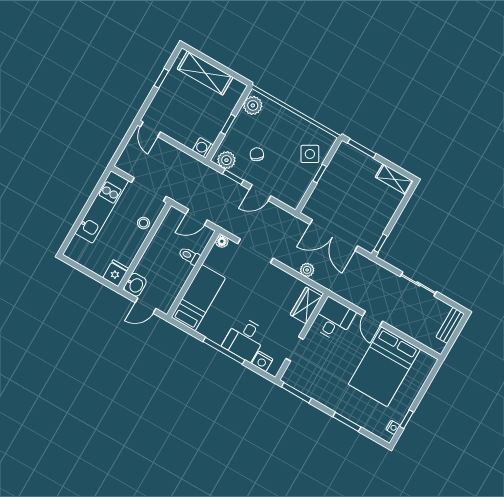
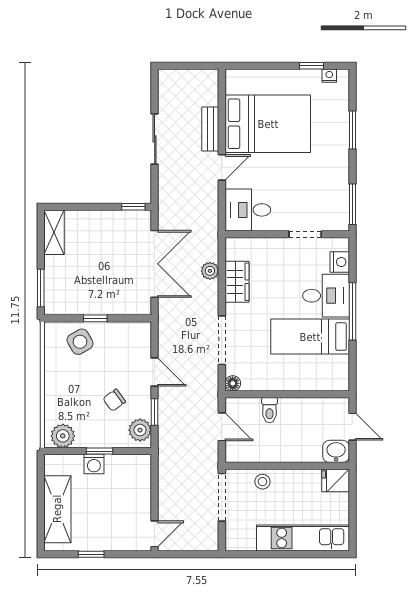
washing machine: (203, 148) -> (94, 464), moved
kitchen unit: (102, 207) -> (303, 538), moved
bed: (198, 298) -> (310, 337), moved
wardrobe: (306, 305) -> (237, 282), moved, turned -90
bench: (450, 325) -> (210, 129), moved, turned 90

